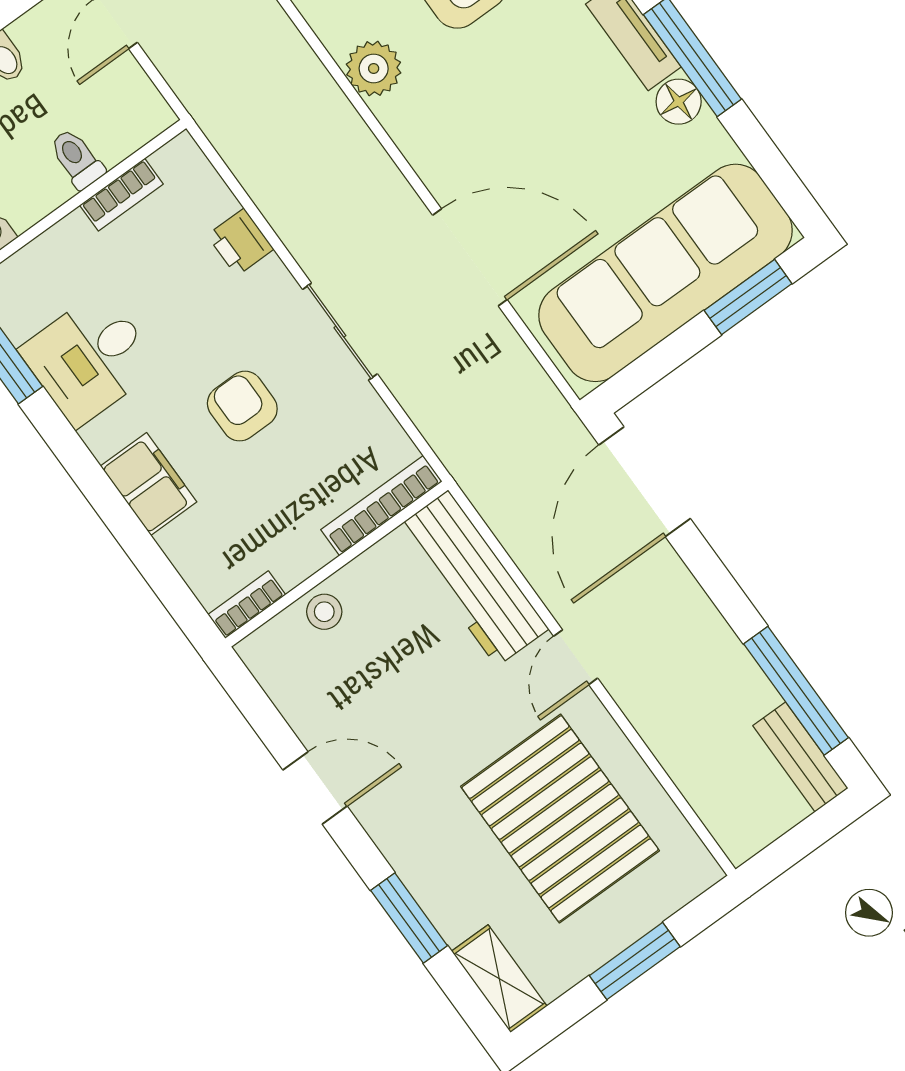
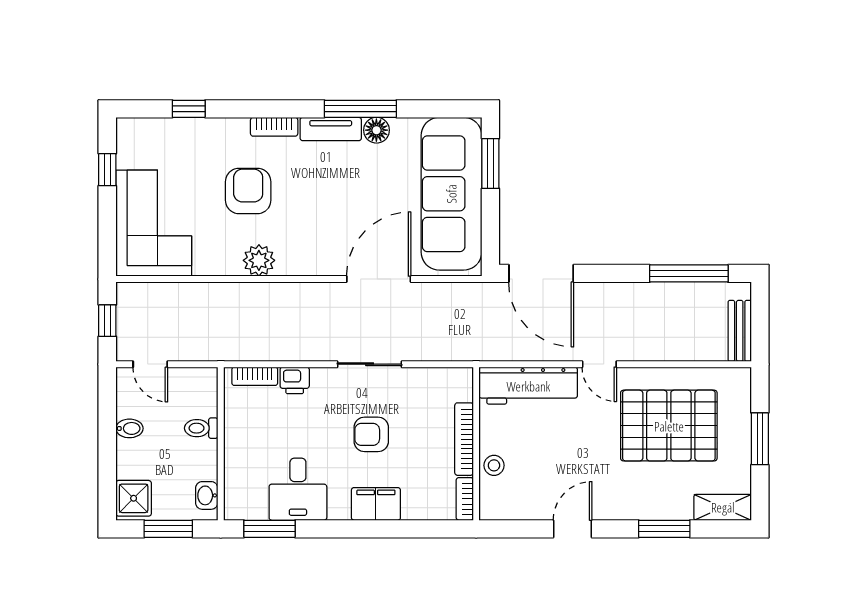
bookcase: (121, 195) -> (255, 376), moved, turned 90
bookcase: (381, 506) -> (464, 439), moved
bench: (800, 757) -> (740, 331), moved, turned 90

